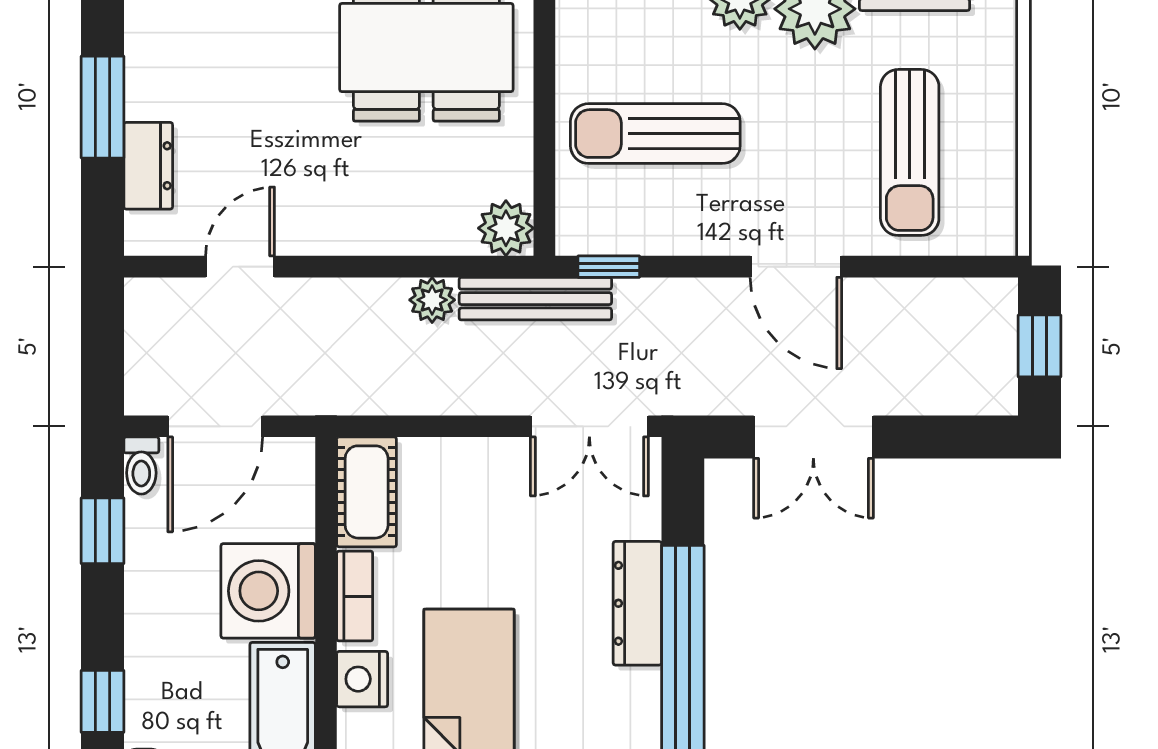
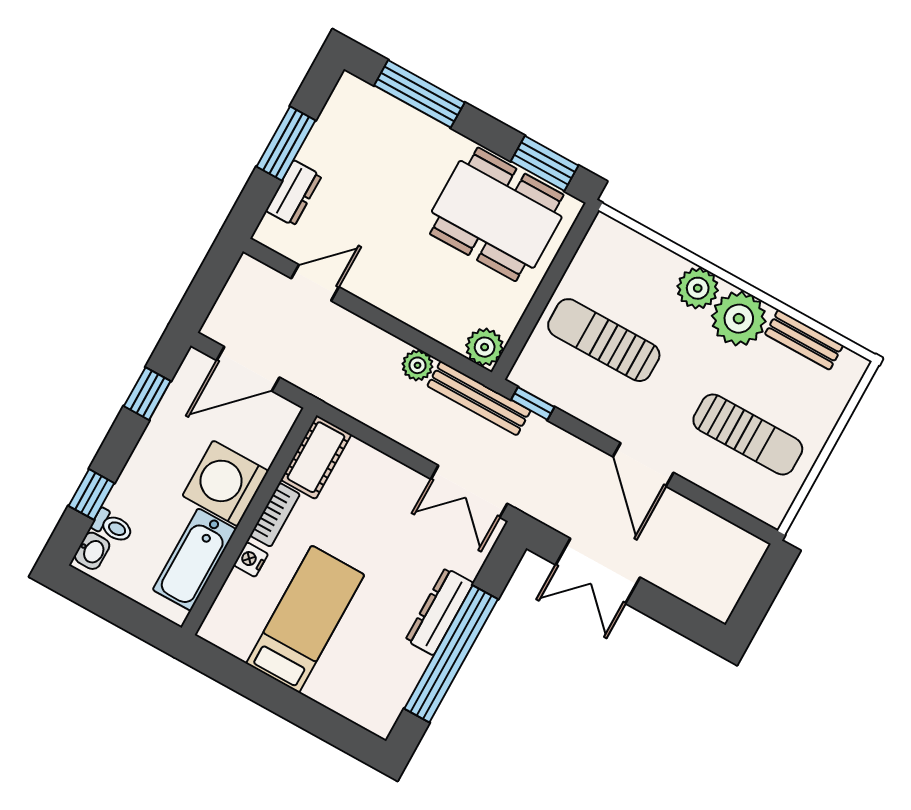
sun lounger: (910, 152) -> (748, 435), turned -90
window: (1040, 346) -> (761, 591), removed
toilet: (141, 466) -> (112, 526), moved, turned -90
nightstand: (362, 679) -> (251, 560), width x0.72, depth x0.74

